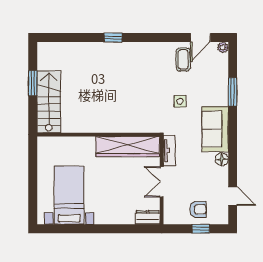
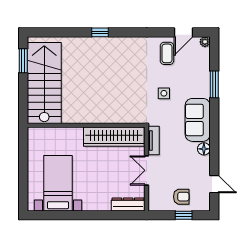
window: (33, 83) -> (23, 61), moved
stairs: (49, 102) -> (44, 83), width x1.36, depth x1.51
dresser: (148, 217) -> (128, 204), width x1.44

